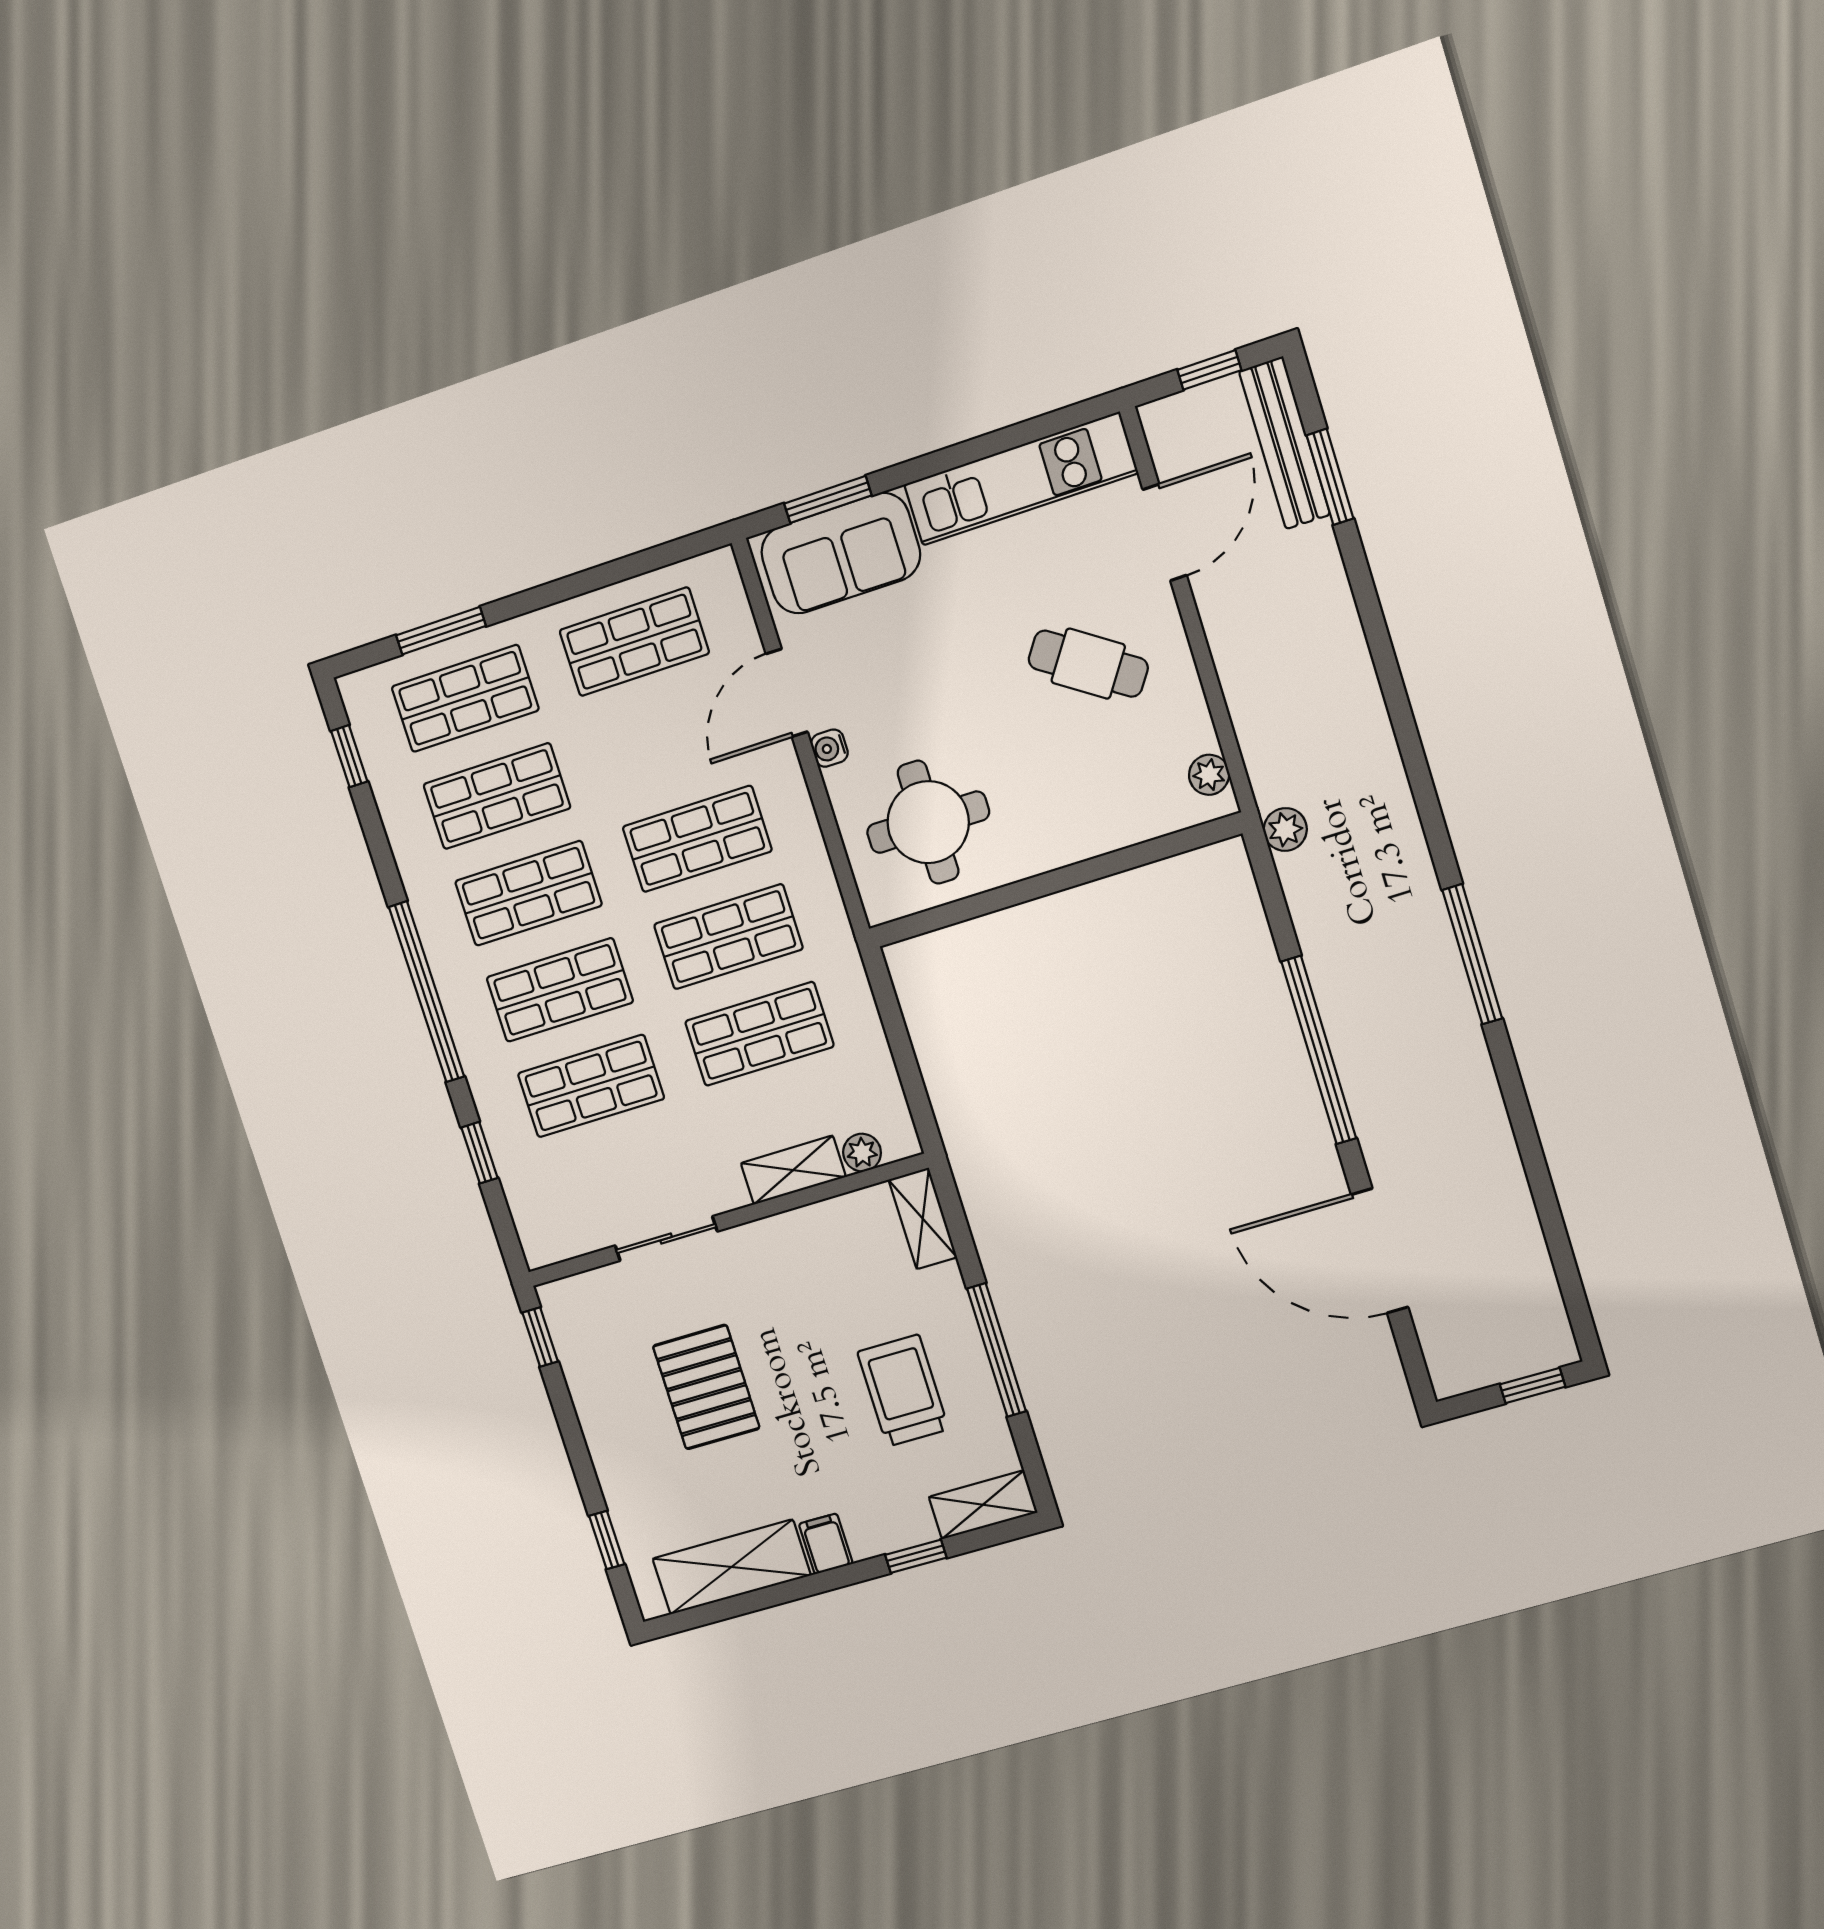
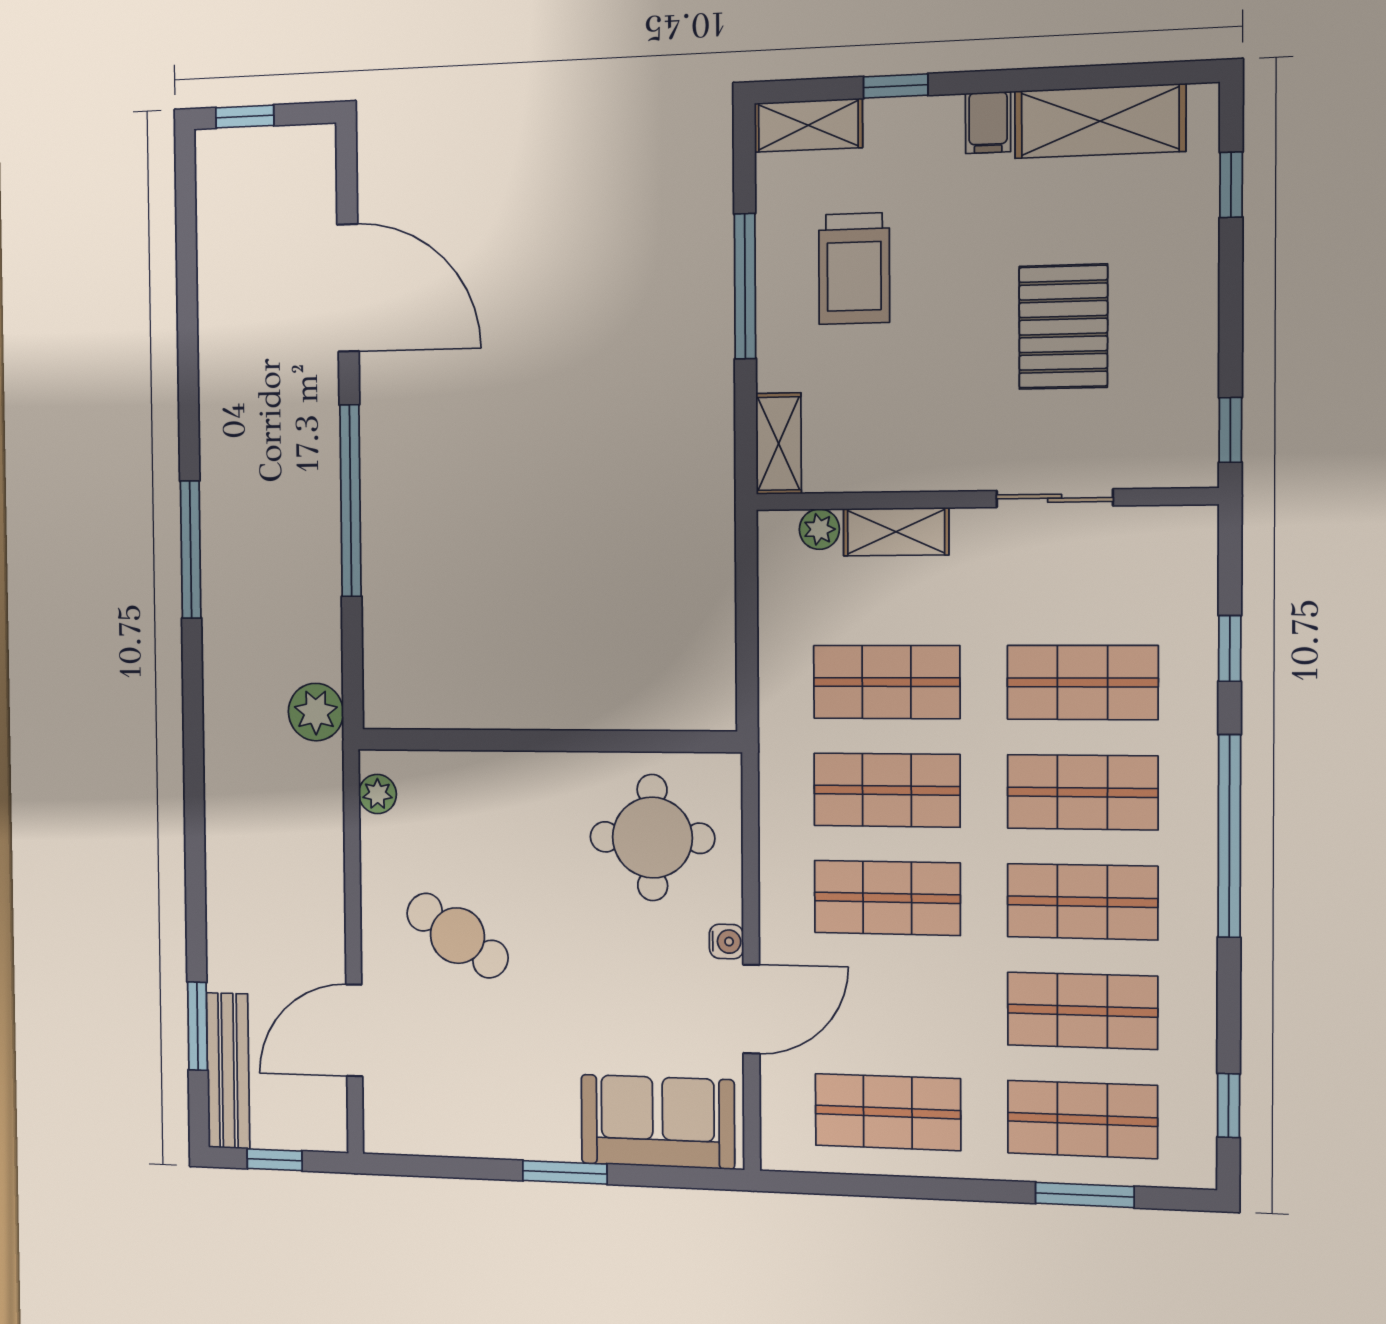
kitchen unit: (1021, 479) -> (469, 1127), removed
window: (828, 499) -> (565, 1172), moved
plant: (1285, 829) -> (316, 712), width x1.38, depth x1.38

